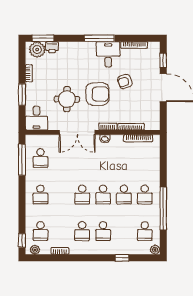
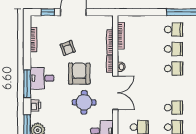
window: (99, 38) -> (27, 84), moved
printer: (52, 47) -> (36, 105), moved
desk: (108, 54) -> (42, 78), moved
school desk: (82, 195) -> (173, 108), moved

